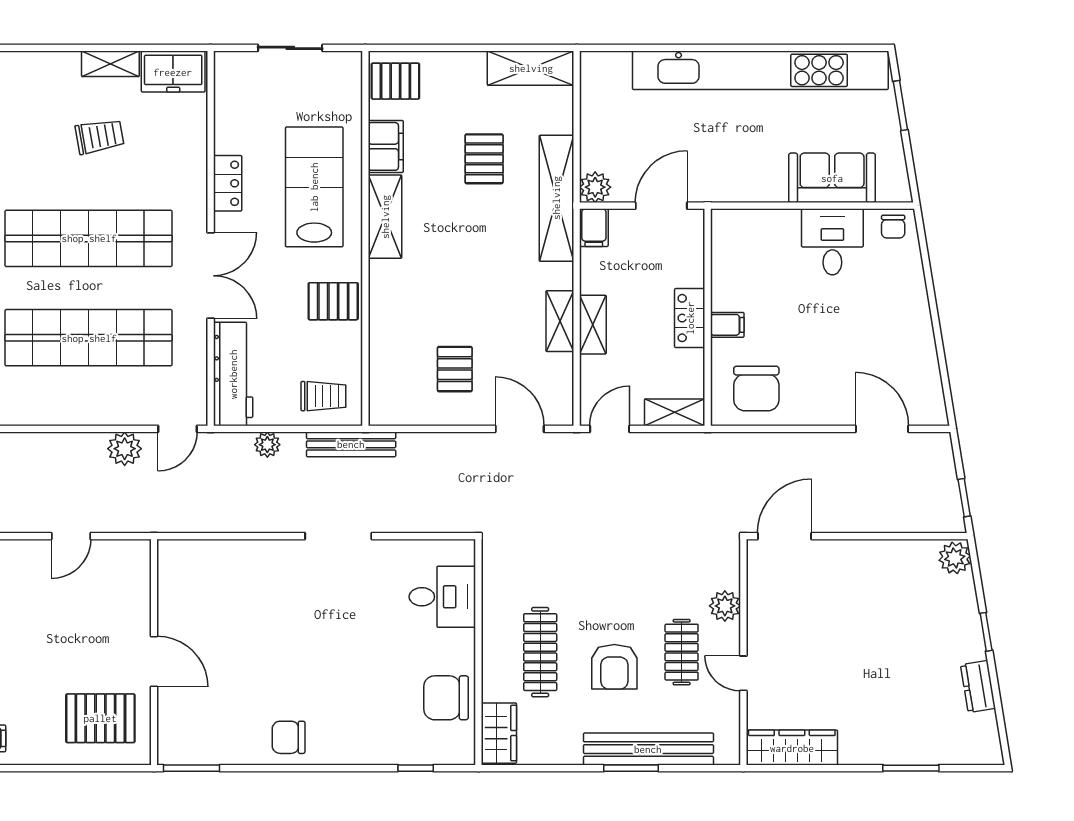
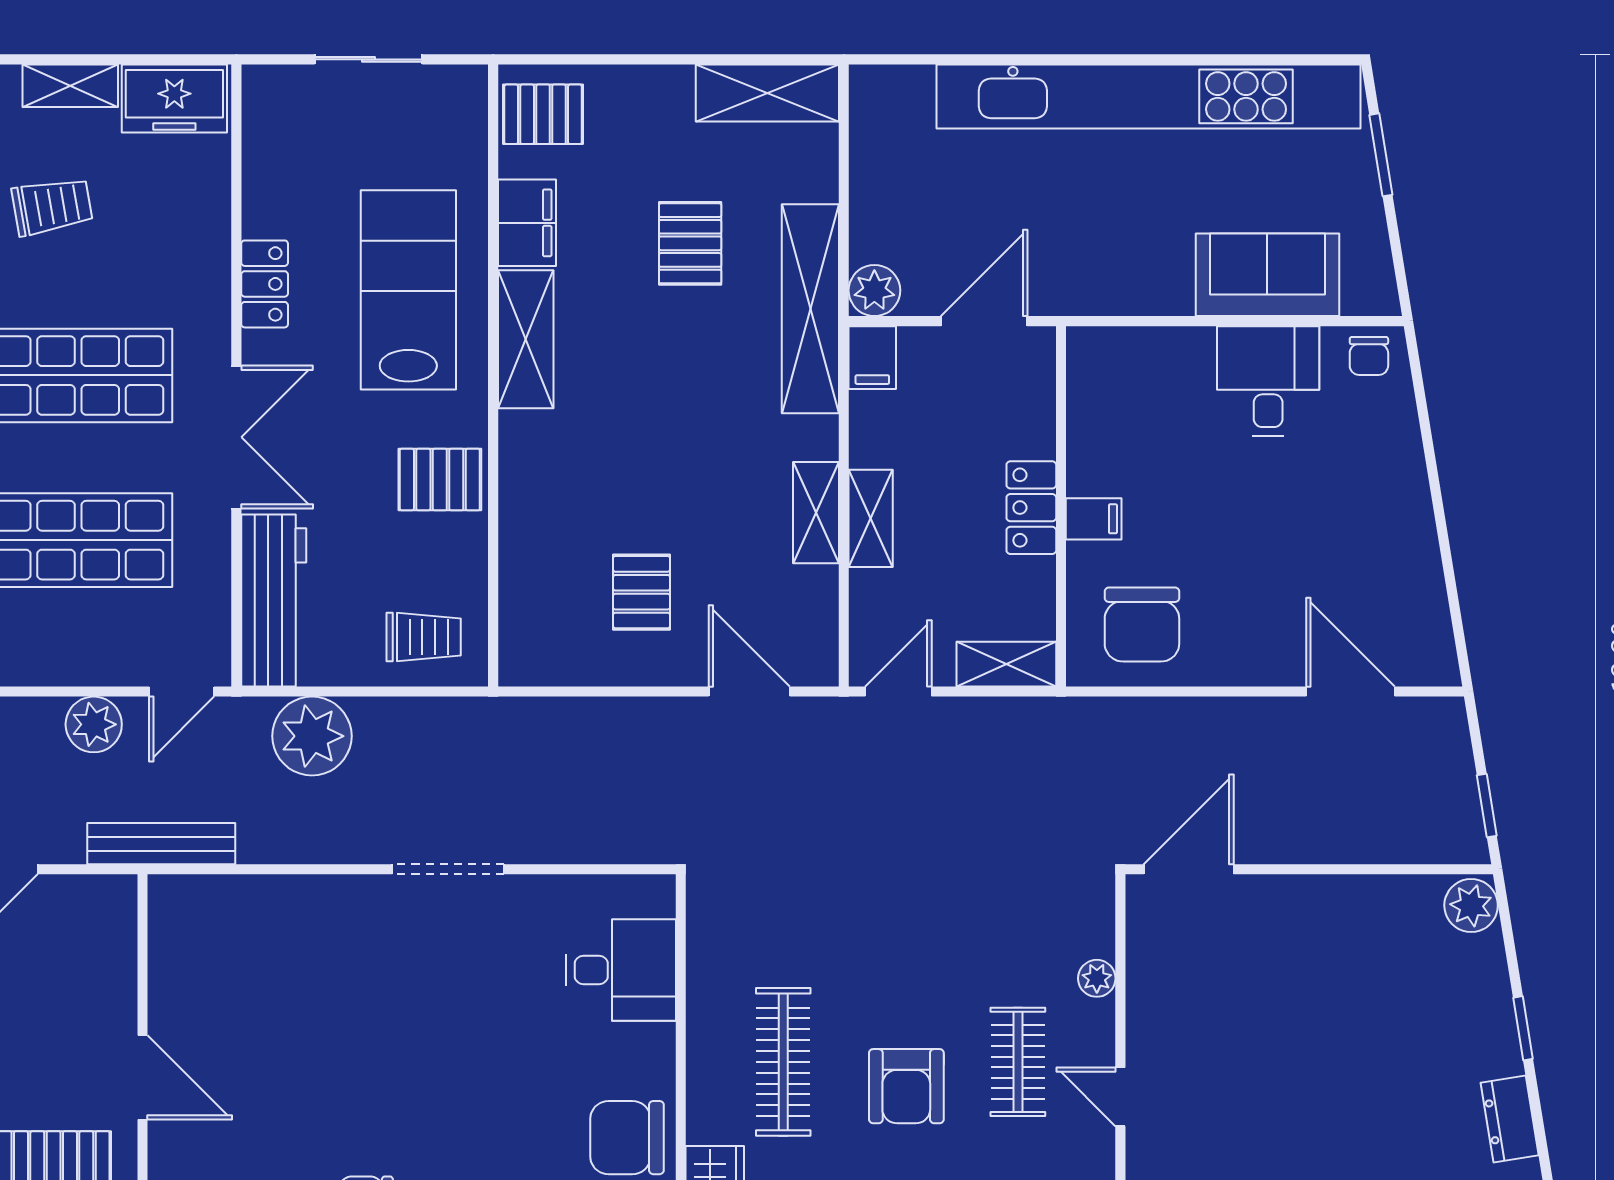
bench: (351, 444) -> (161, 844), moved
plant: (267, 445) -> (312, 736), width x1.87, depth x1.87
plant: (725, 606) -> (1097, 978), width x0.73, depth x0.73

